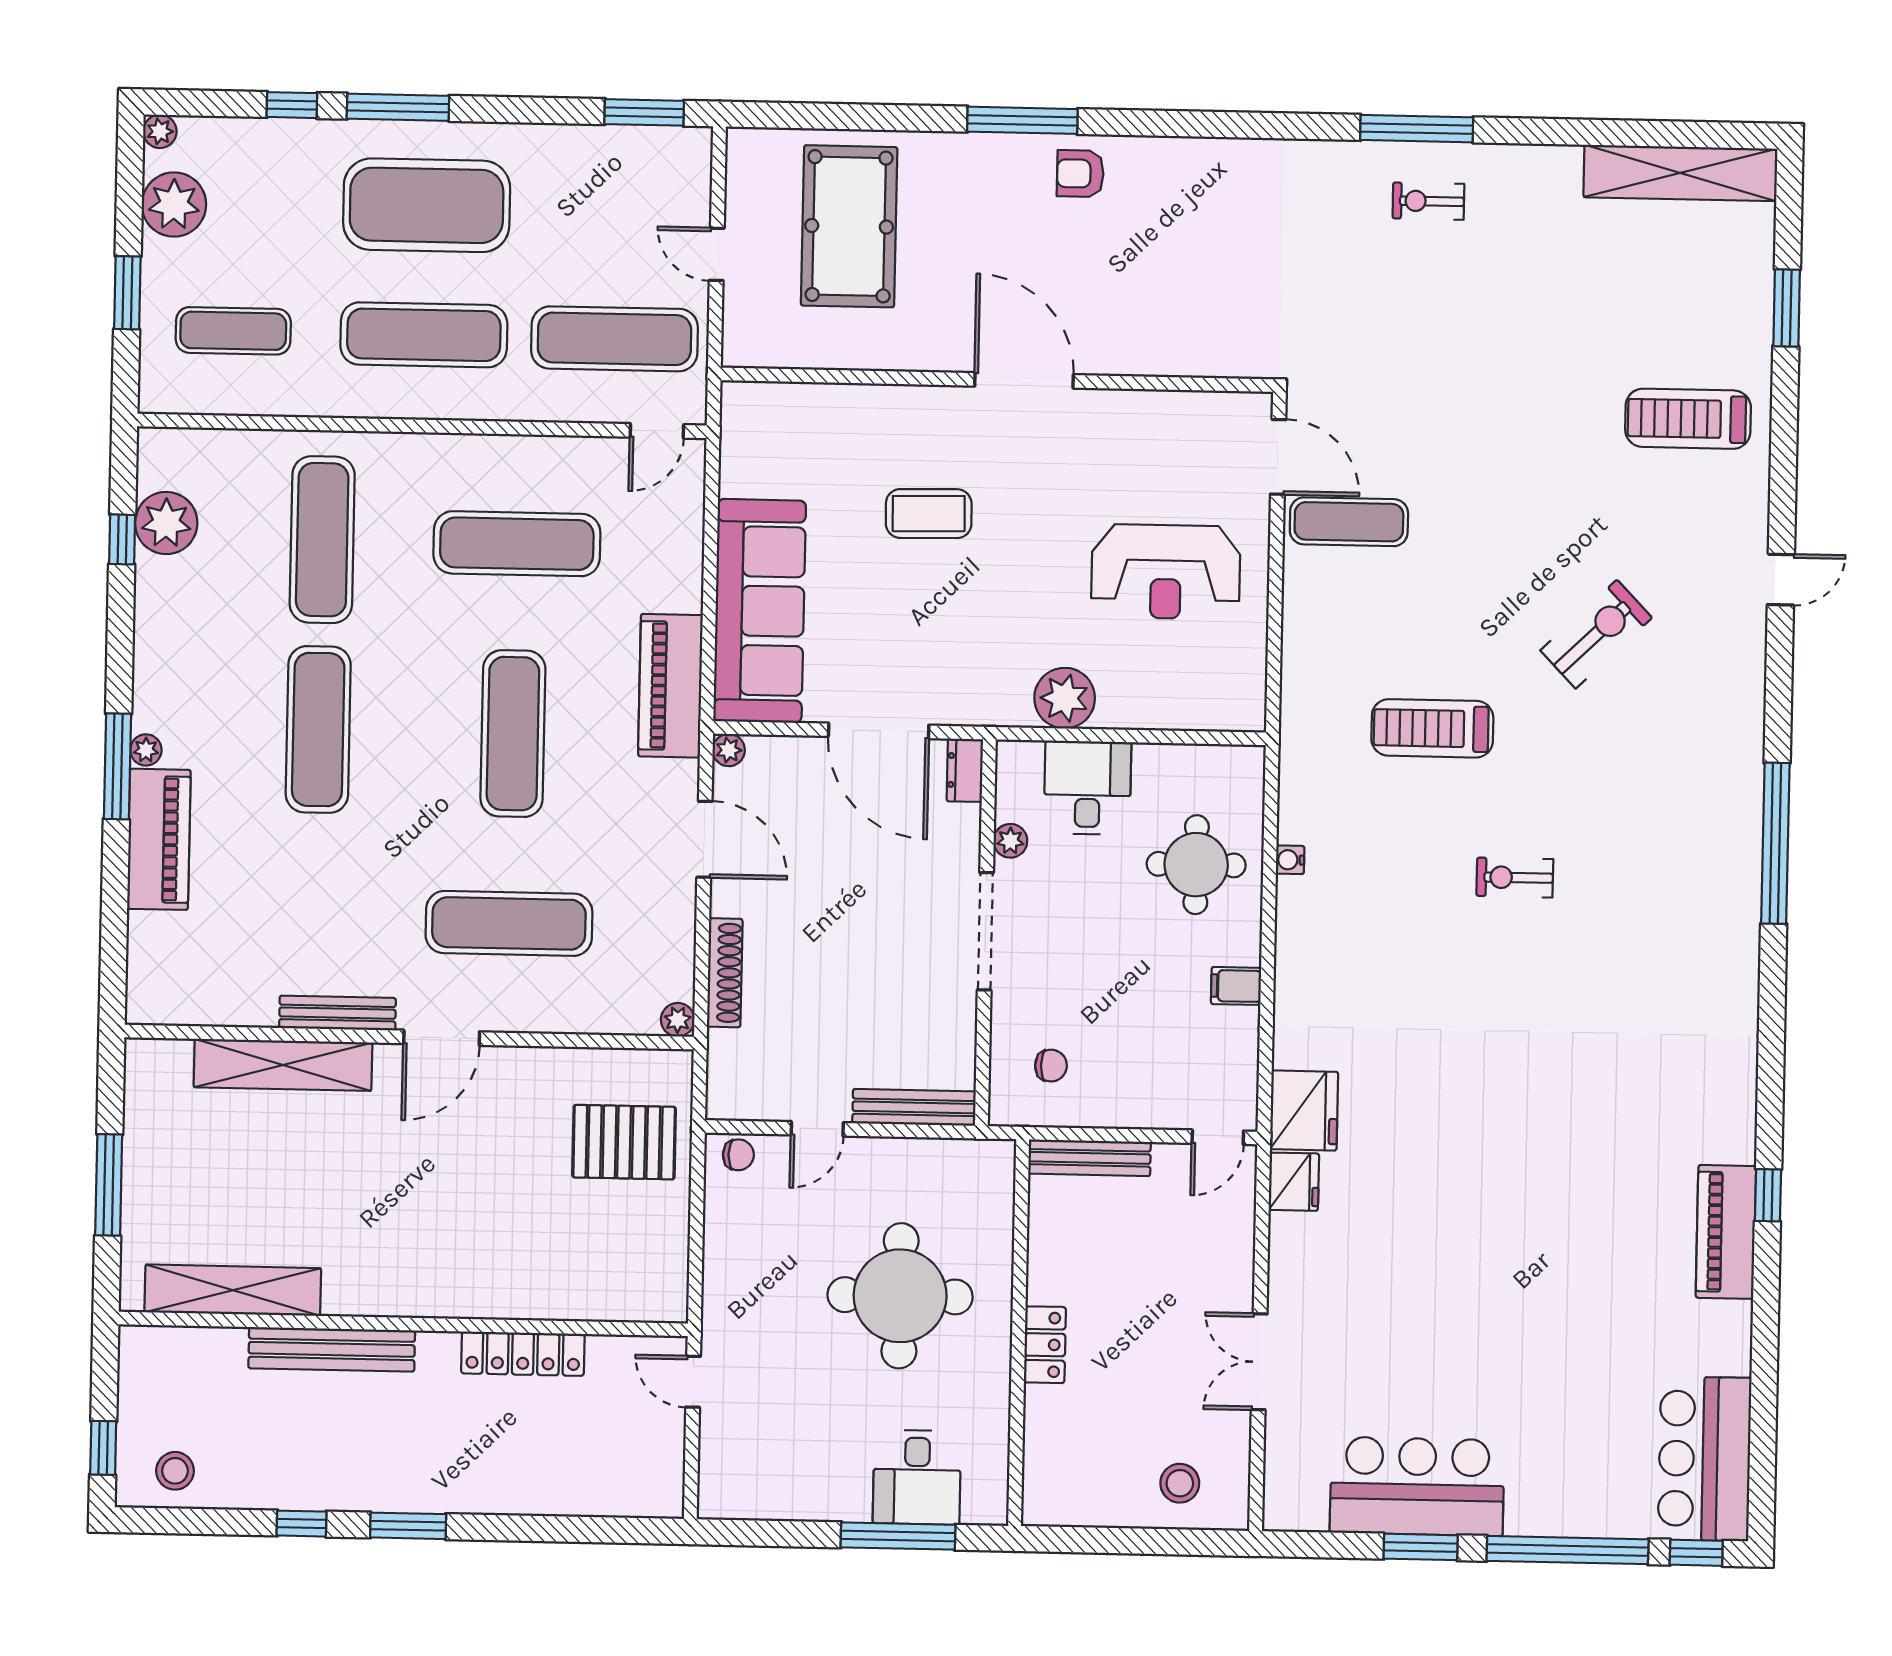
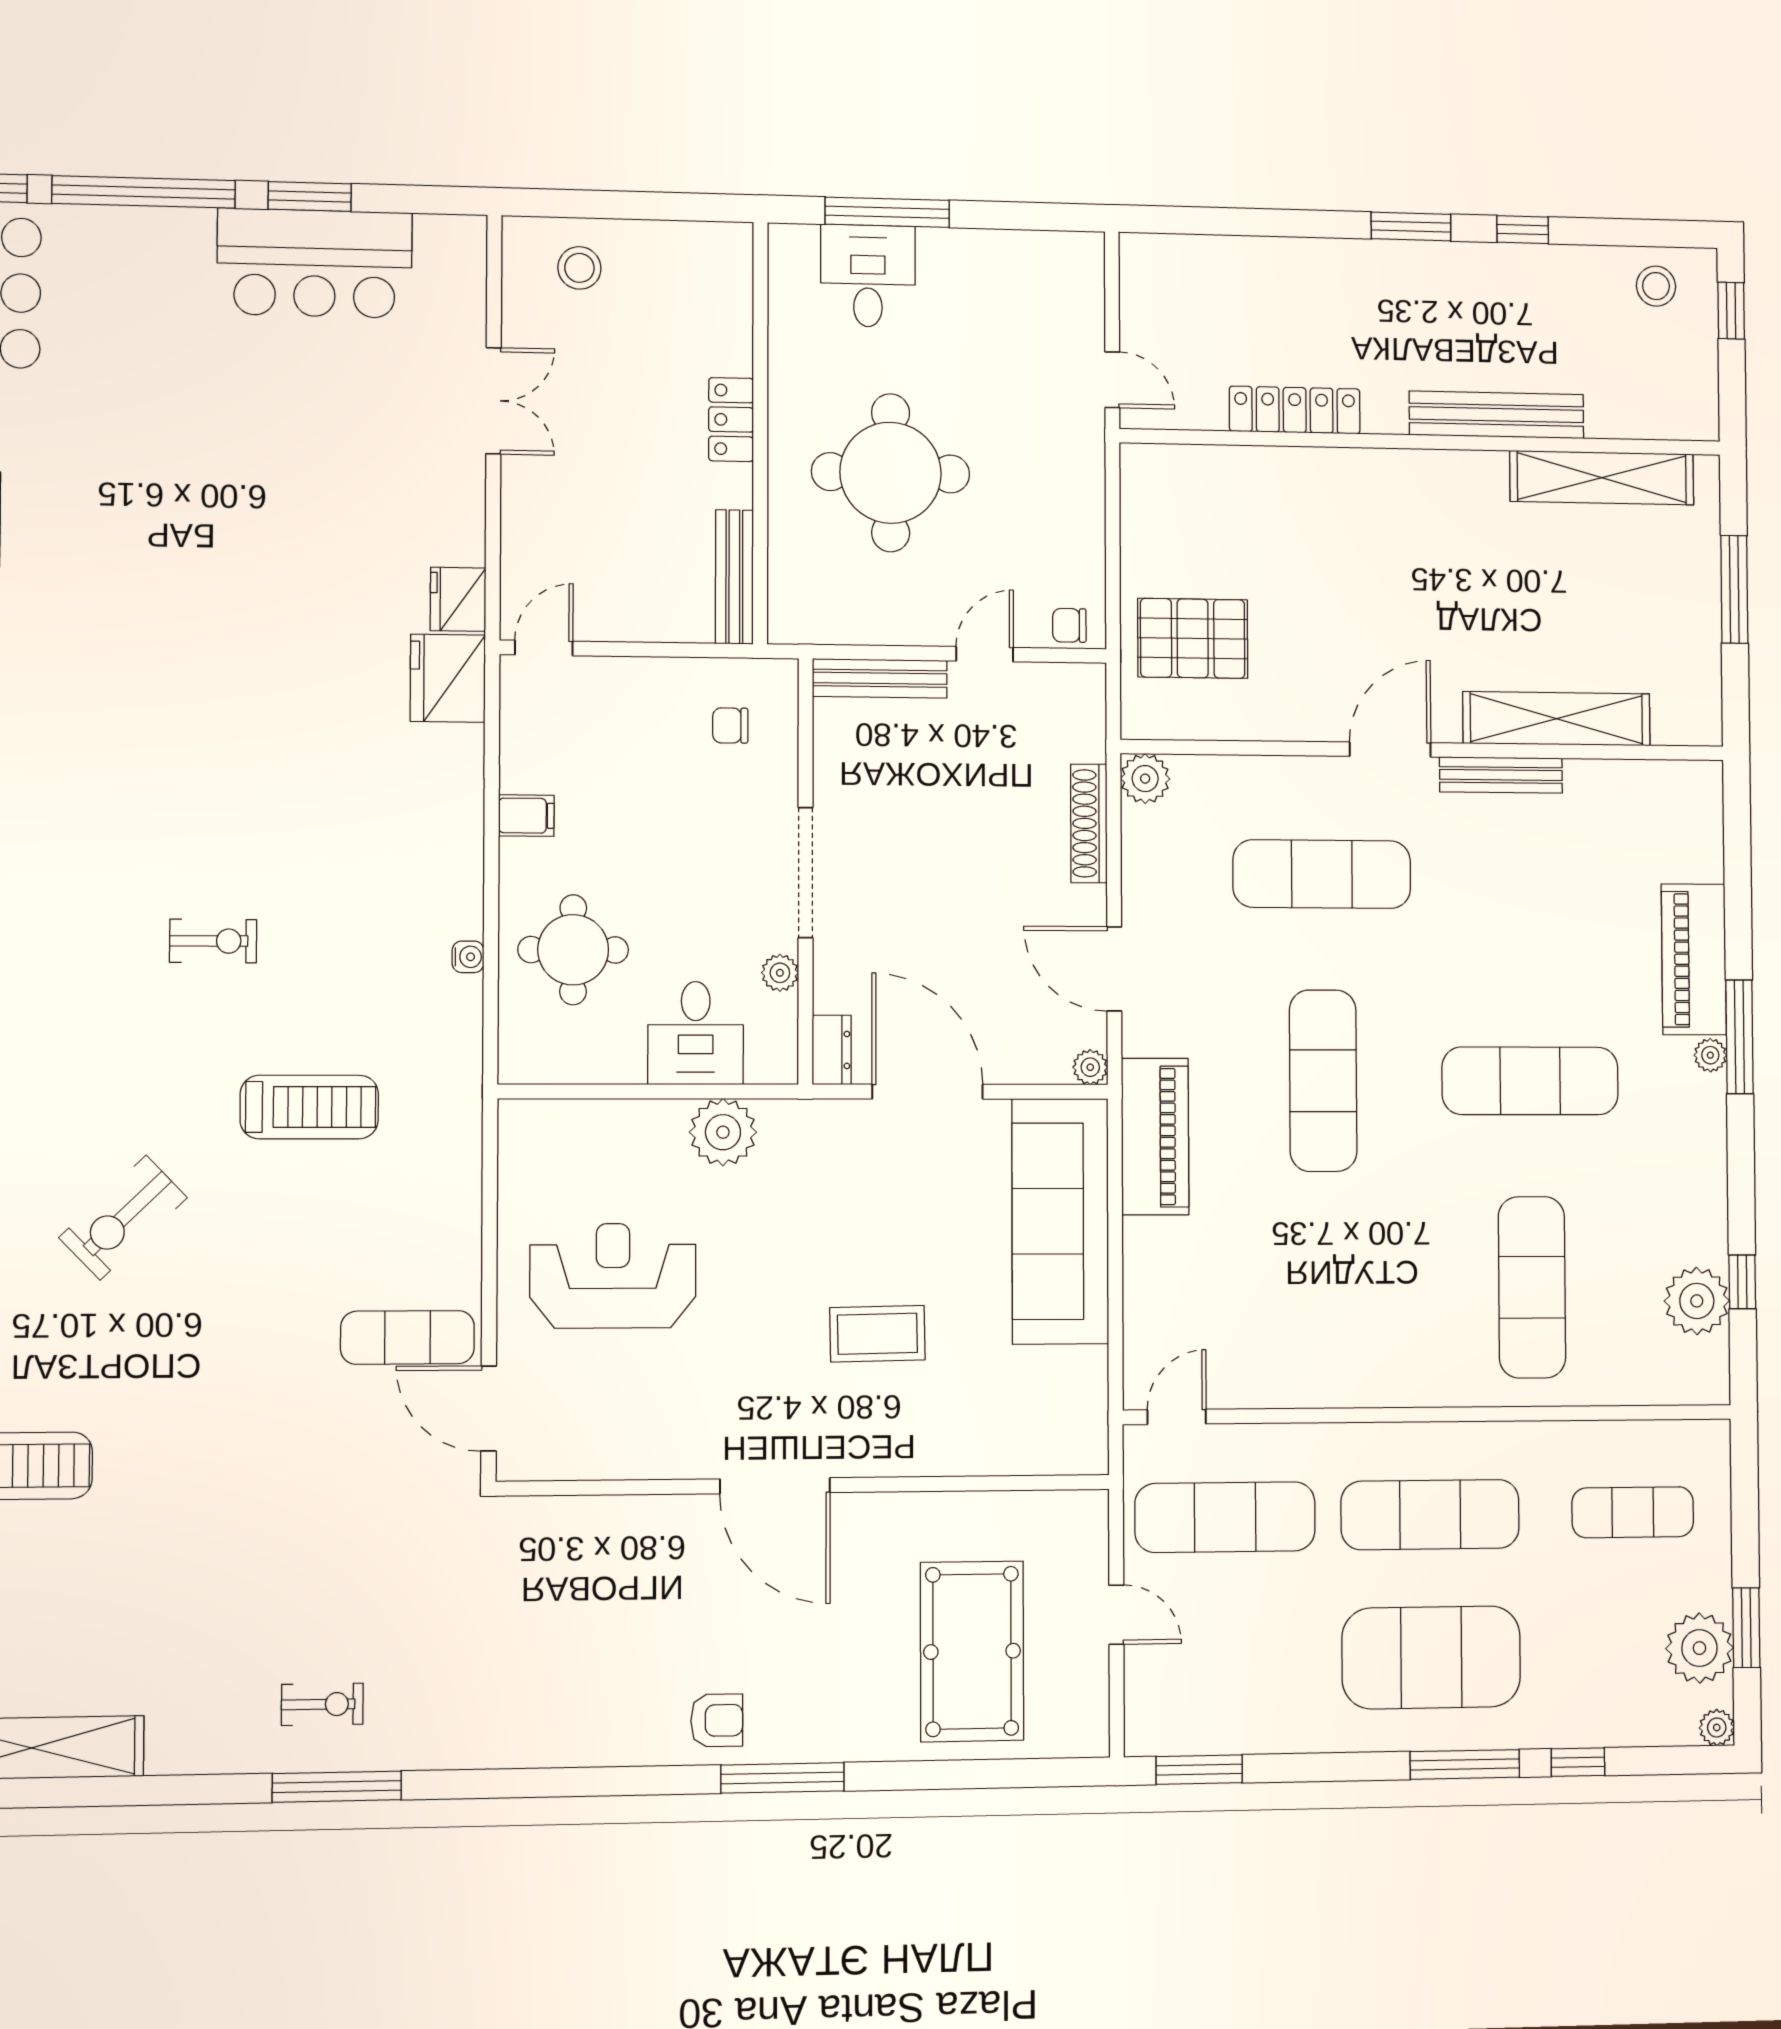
window: (127, 293) -> (1746, 1628), moved
exercise mat: (517, 544) -> (1324, 1288), removed
exercise mat: (318, 729) -> (1530, 1081), turned 90
plant: (678, 1020) -> (1145, 779), width x1.38, depth x1.38
bench: (1089, 1158) -> (734, 577), moved, turned 90

